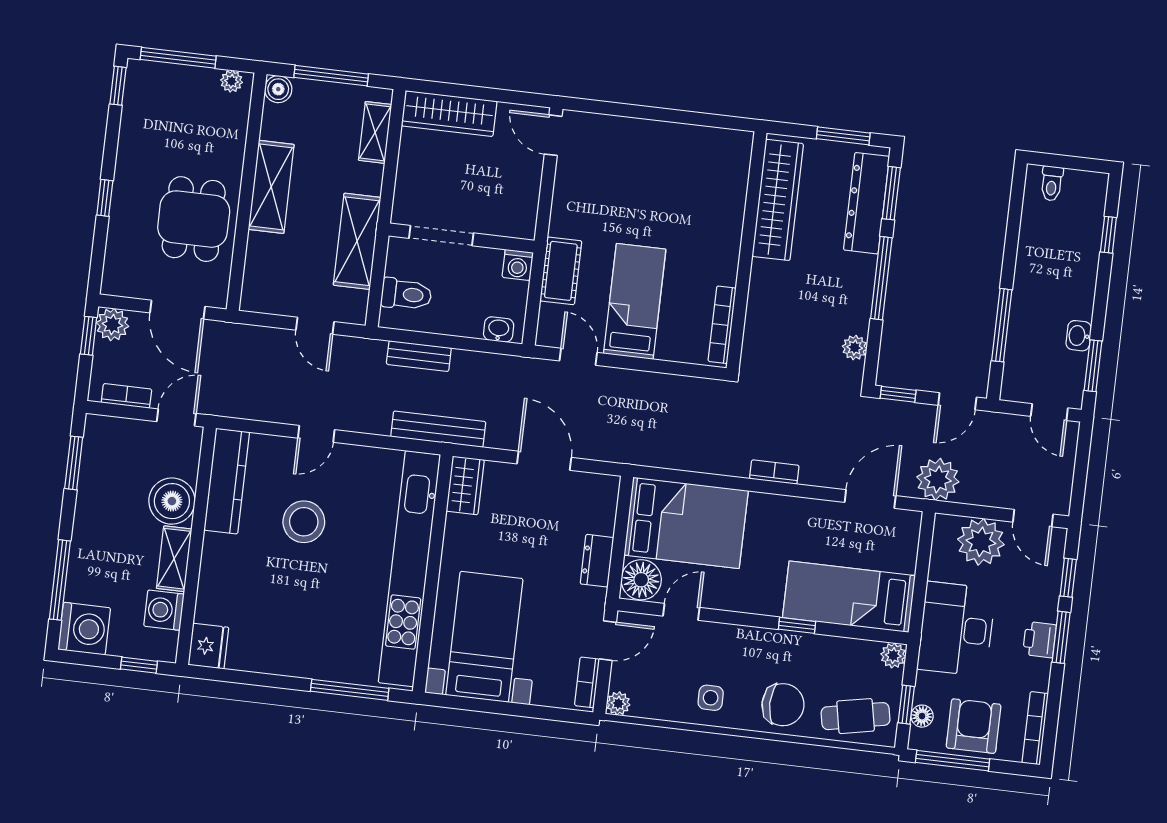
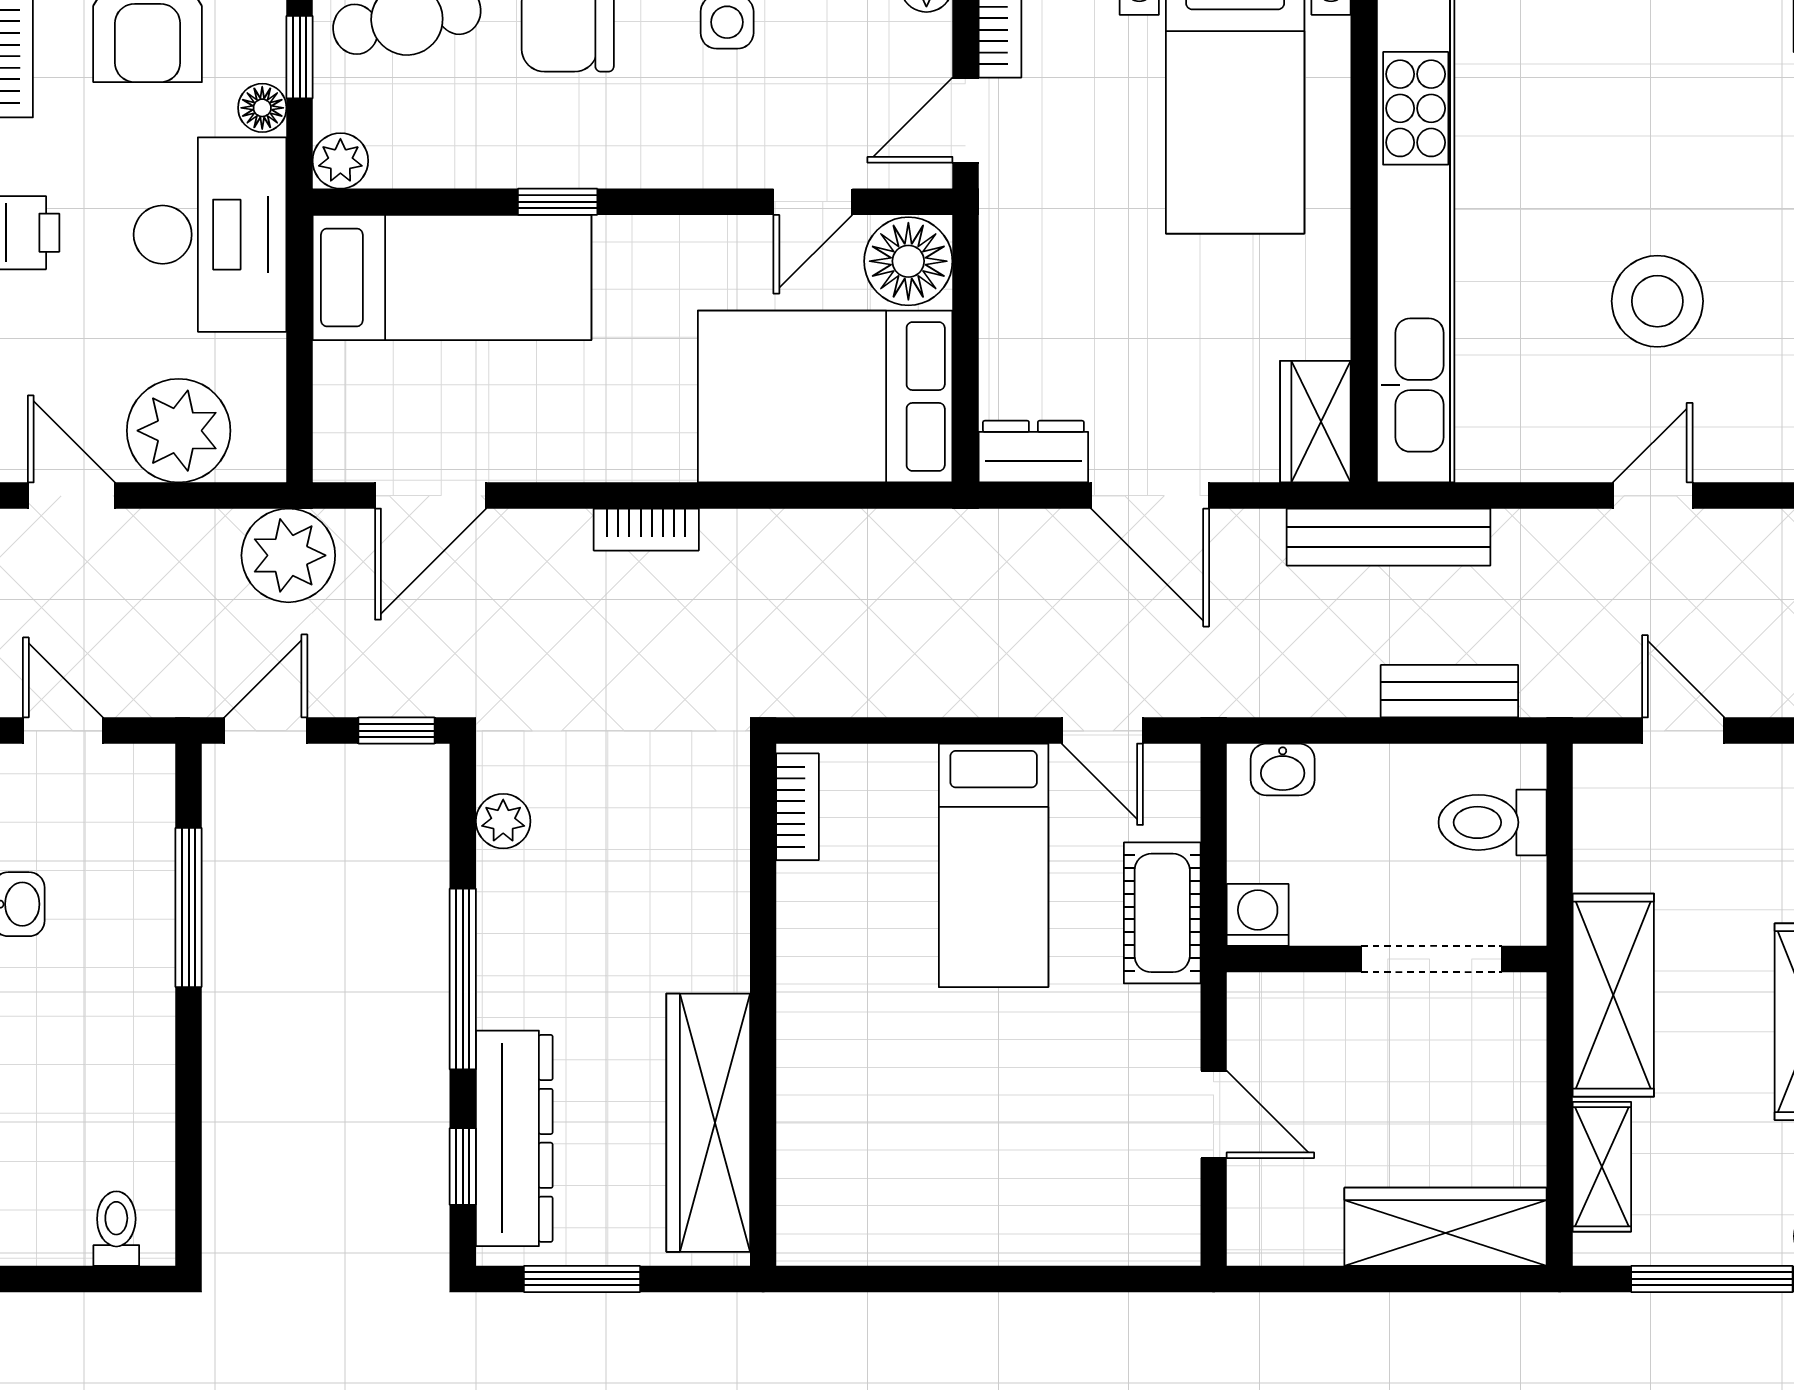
door: (553, 135) -> (1214, 1114), moved
window: (891, 193) -> (463, 1166), width x0.67
shelving: (357, 241) -> (1613, 995), moved
bookcase: (722, 325) -> (797, 807), width x0.64
dresser: (597, 561) -> (1033, 452), moved, turned -90
floor lamp: (922, 716) -> (262, 108), moved

